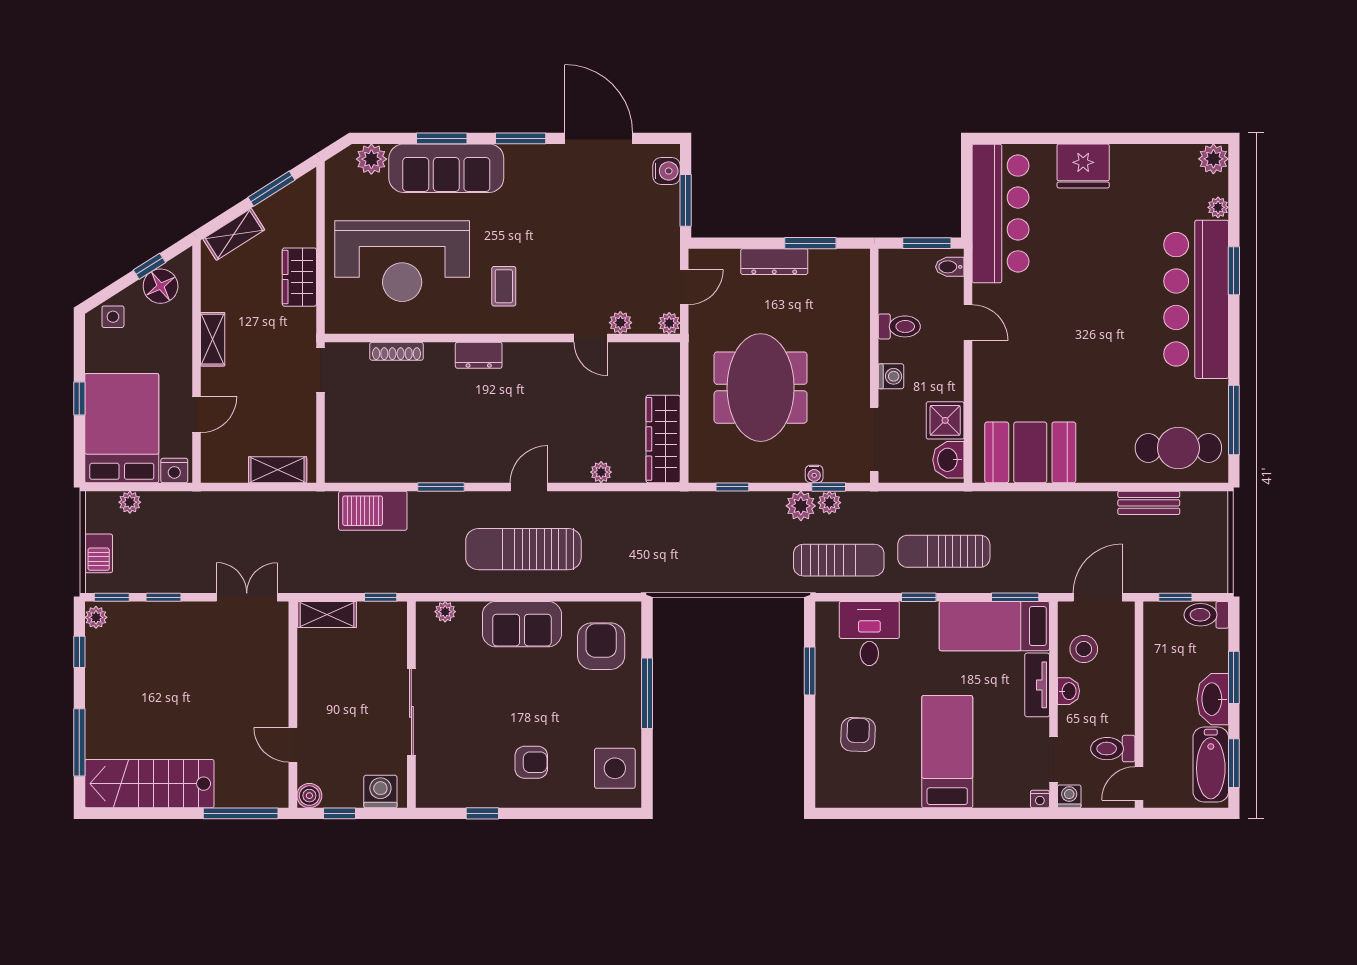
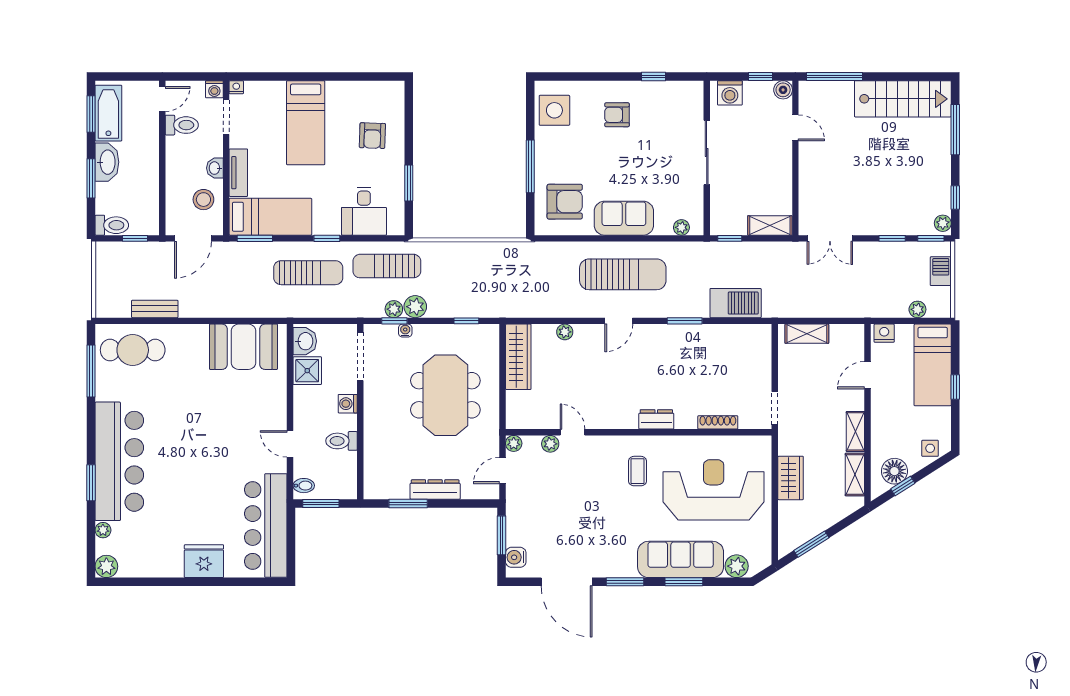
shelving: (234, 234) -> (855, 475), moved, turned -58
bed: (122, 428) -> (933, 365), width x0.67
armchair: (601, 646) -> (565, 202), turned -90

